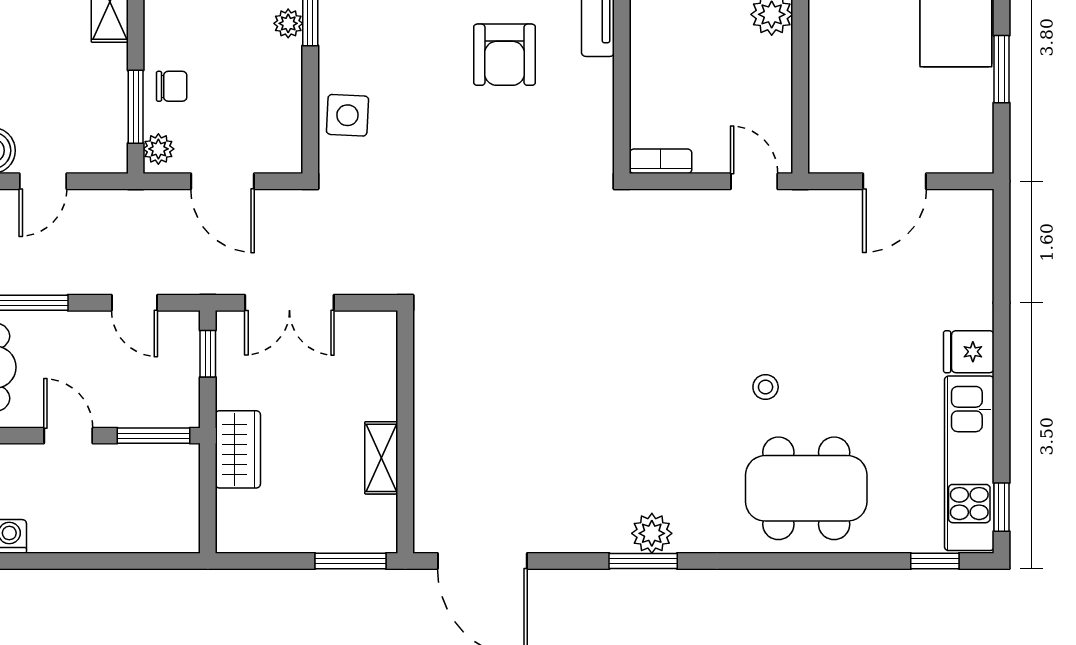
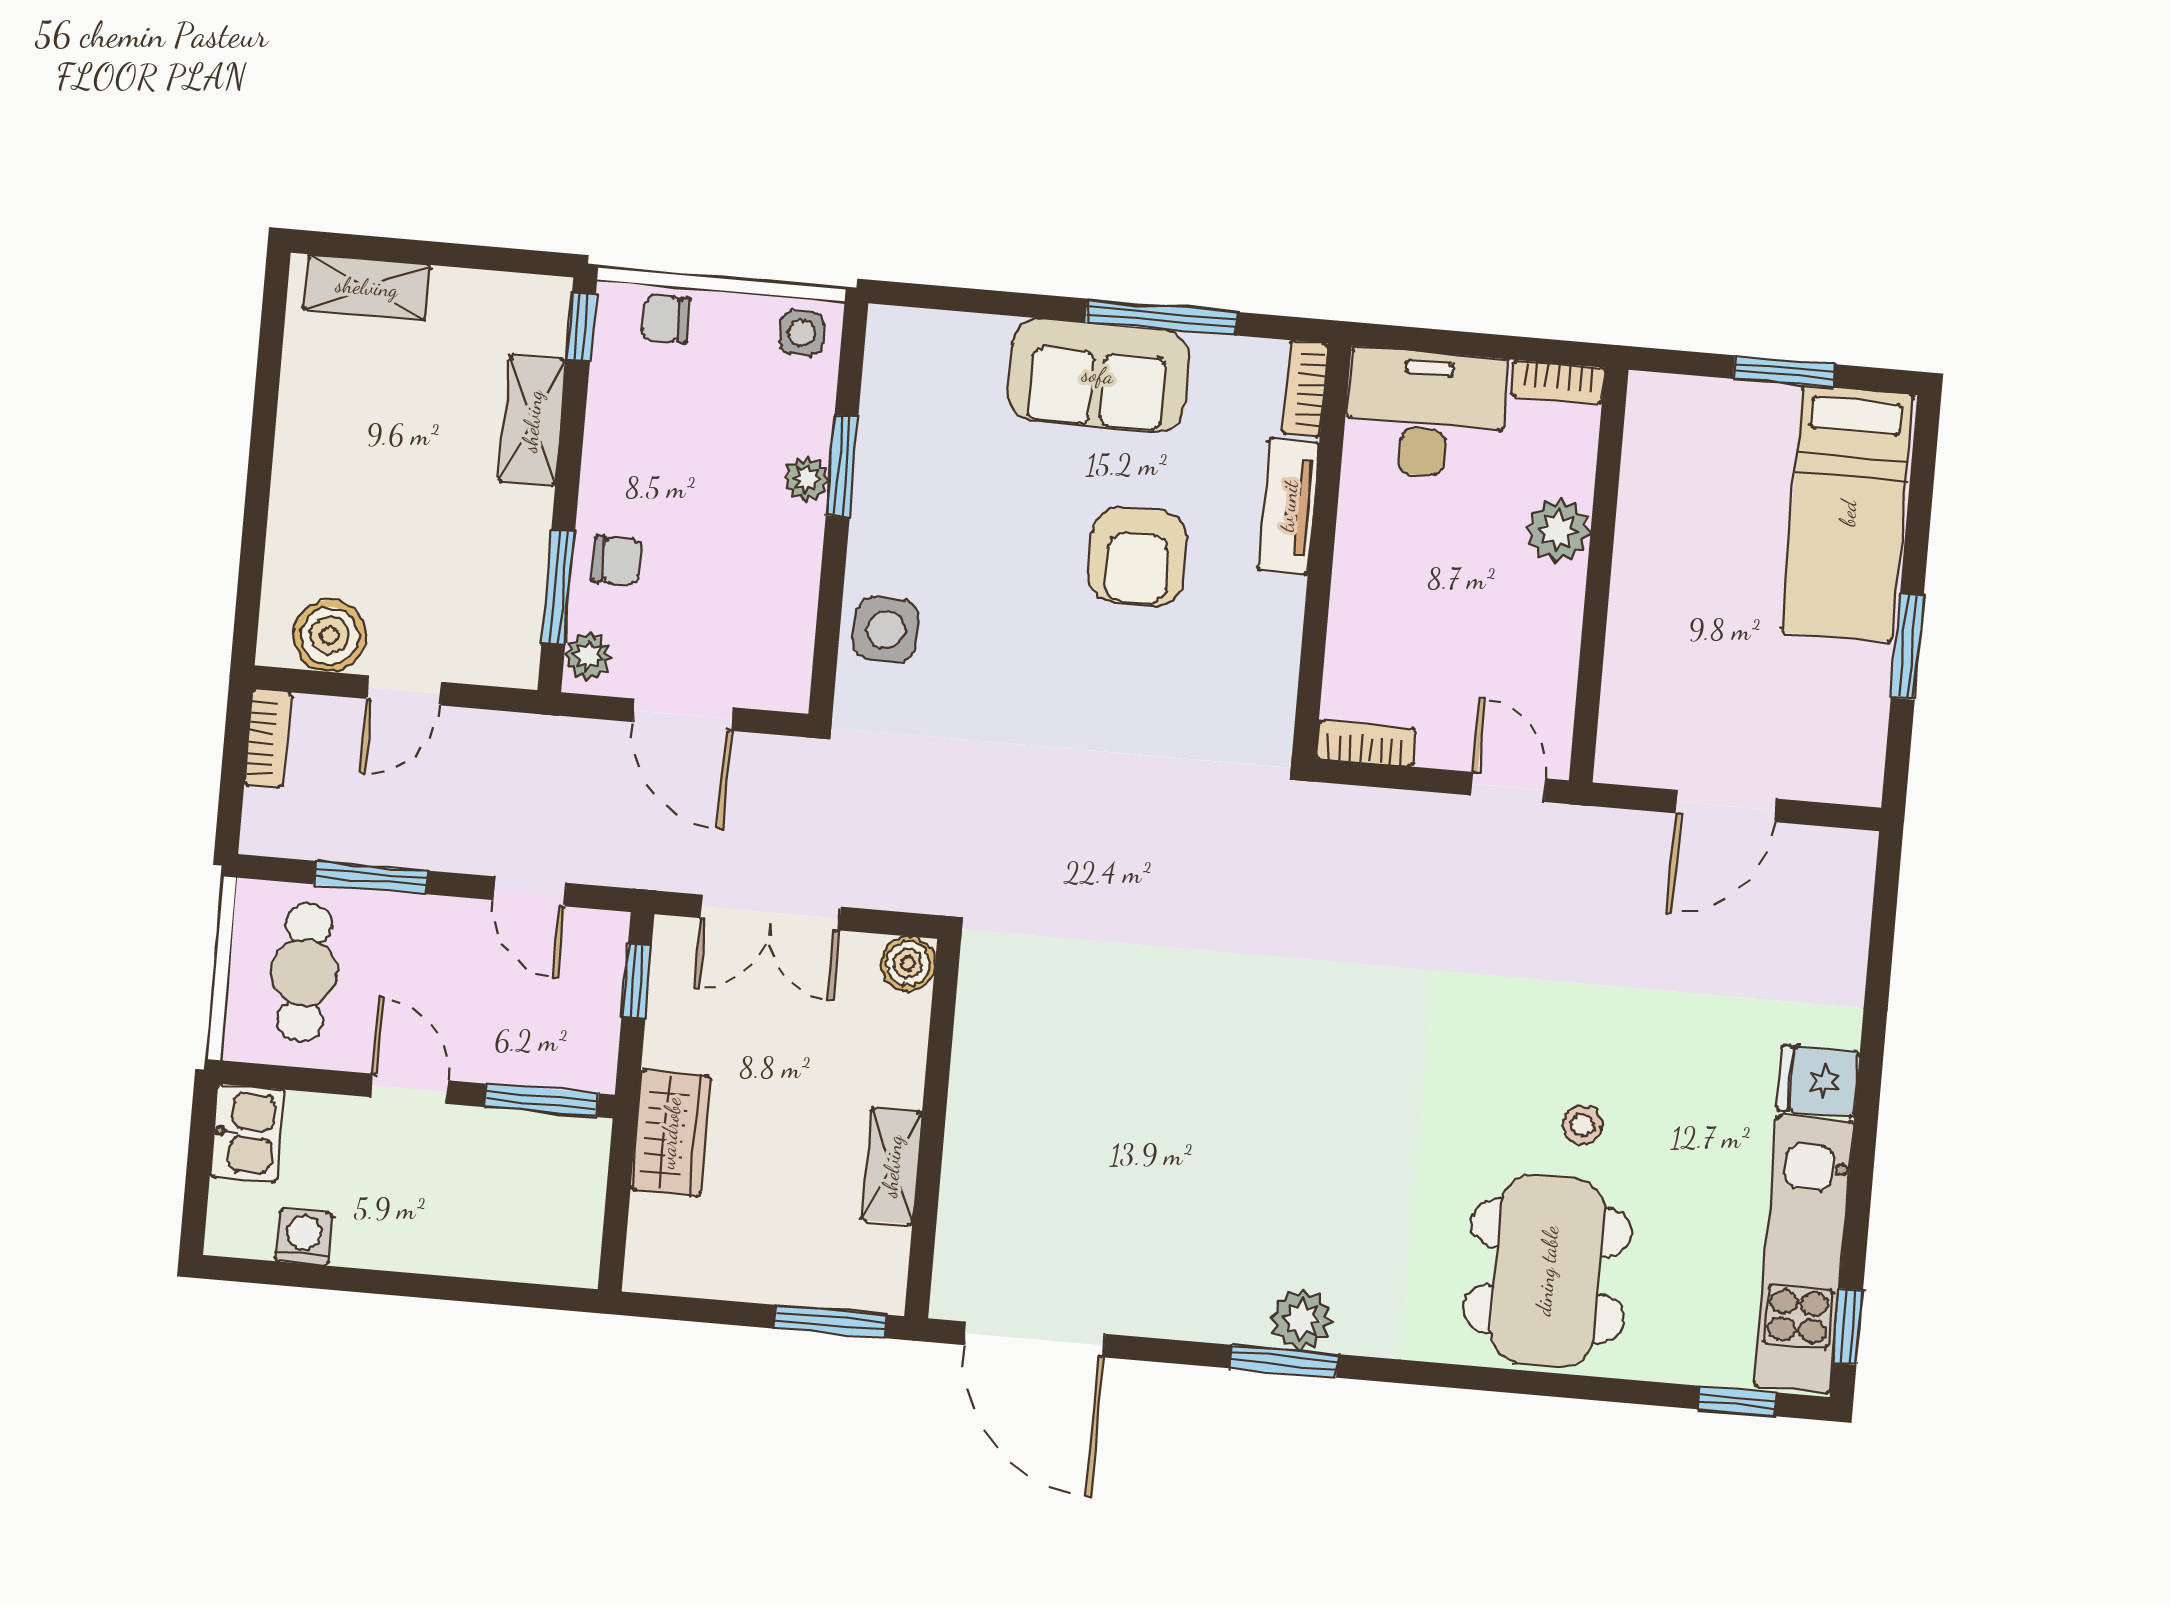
boiler: (380, 328) -> (908, 964), added
stool: (766, 387) -> (1582, 1125), moved
dining table: (806, 488) -> (1547, 1271), turned 90

